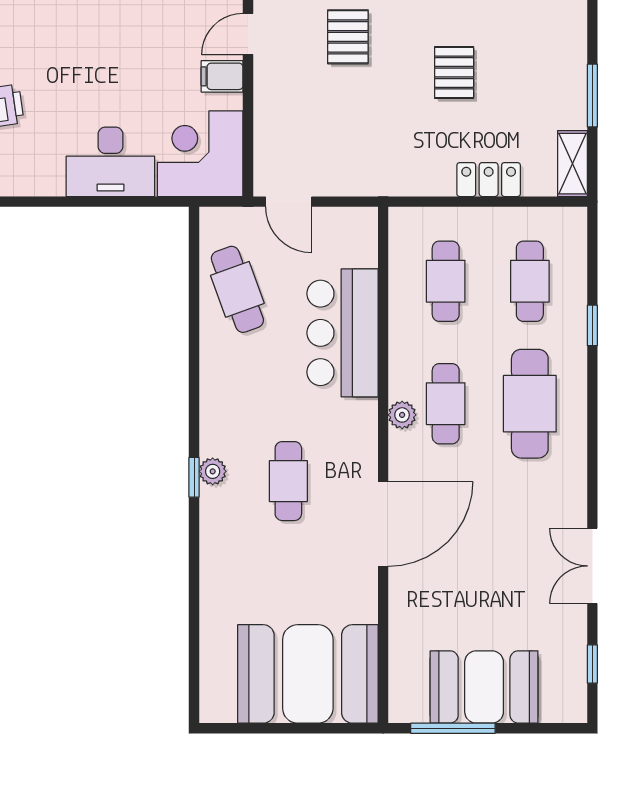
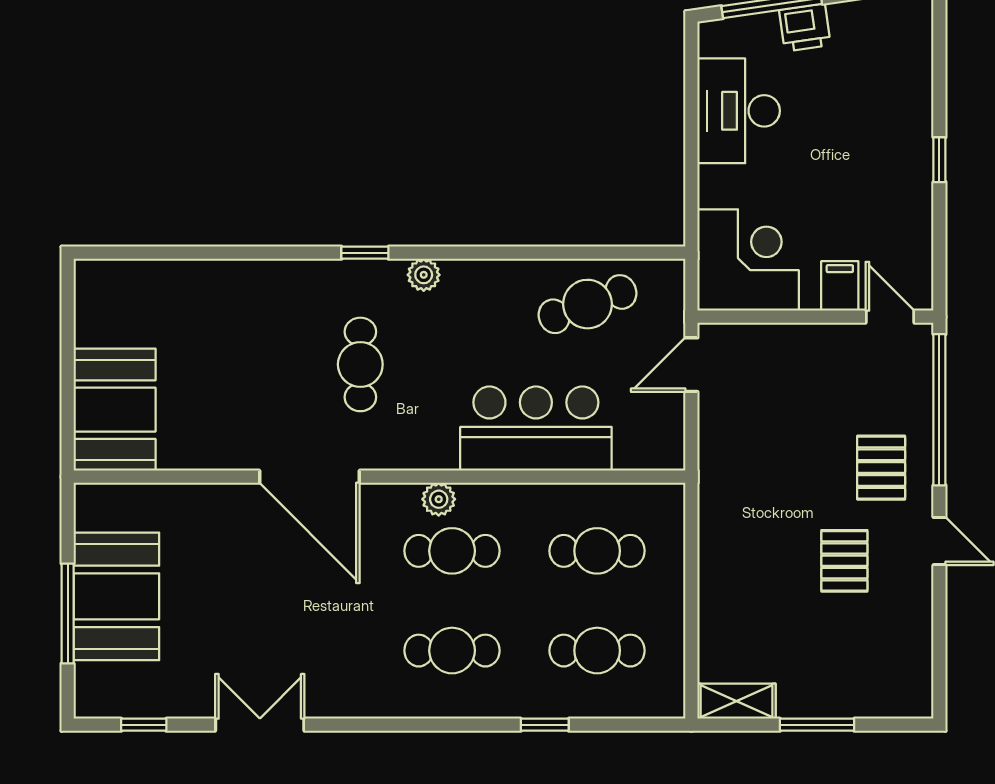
pallet: (348, 37) -> (881, 468), moved, turned 90
pallet: (454, 72) -> (844, 561), turned 90
desk: (110, 162) -> (739, 111), moved
locker: (489, 180) -> (718, 602), removed
cafe table: (530, 404) -> (452, 651), width x0.73, depth x0.74
plant: (213, 471) -> (424, 275), moved
cafe table: (288, 481) -> (360, 364), turned 90
booth: (308, 674) -> (115, 410), width x0.73, depth x0.70
window: (453, 728) -> (68, 614), moved

